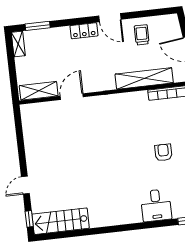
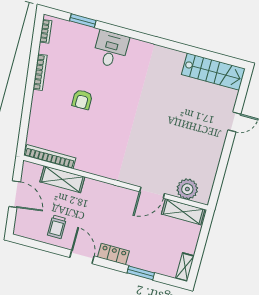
window: (38, 26) -> (141, 273), moved
shelving: (144, 78) -> (62, 179), width x0.68
plant: (43, 112) -> (187, 189), added
window: (29, 219) -> (244, 86), removed

